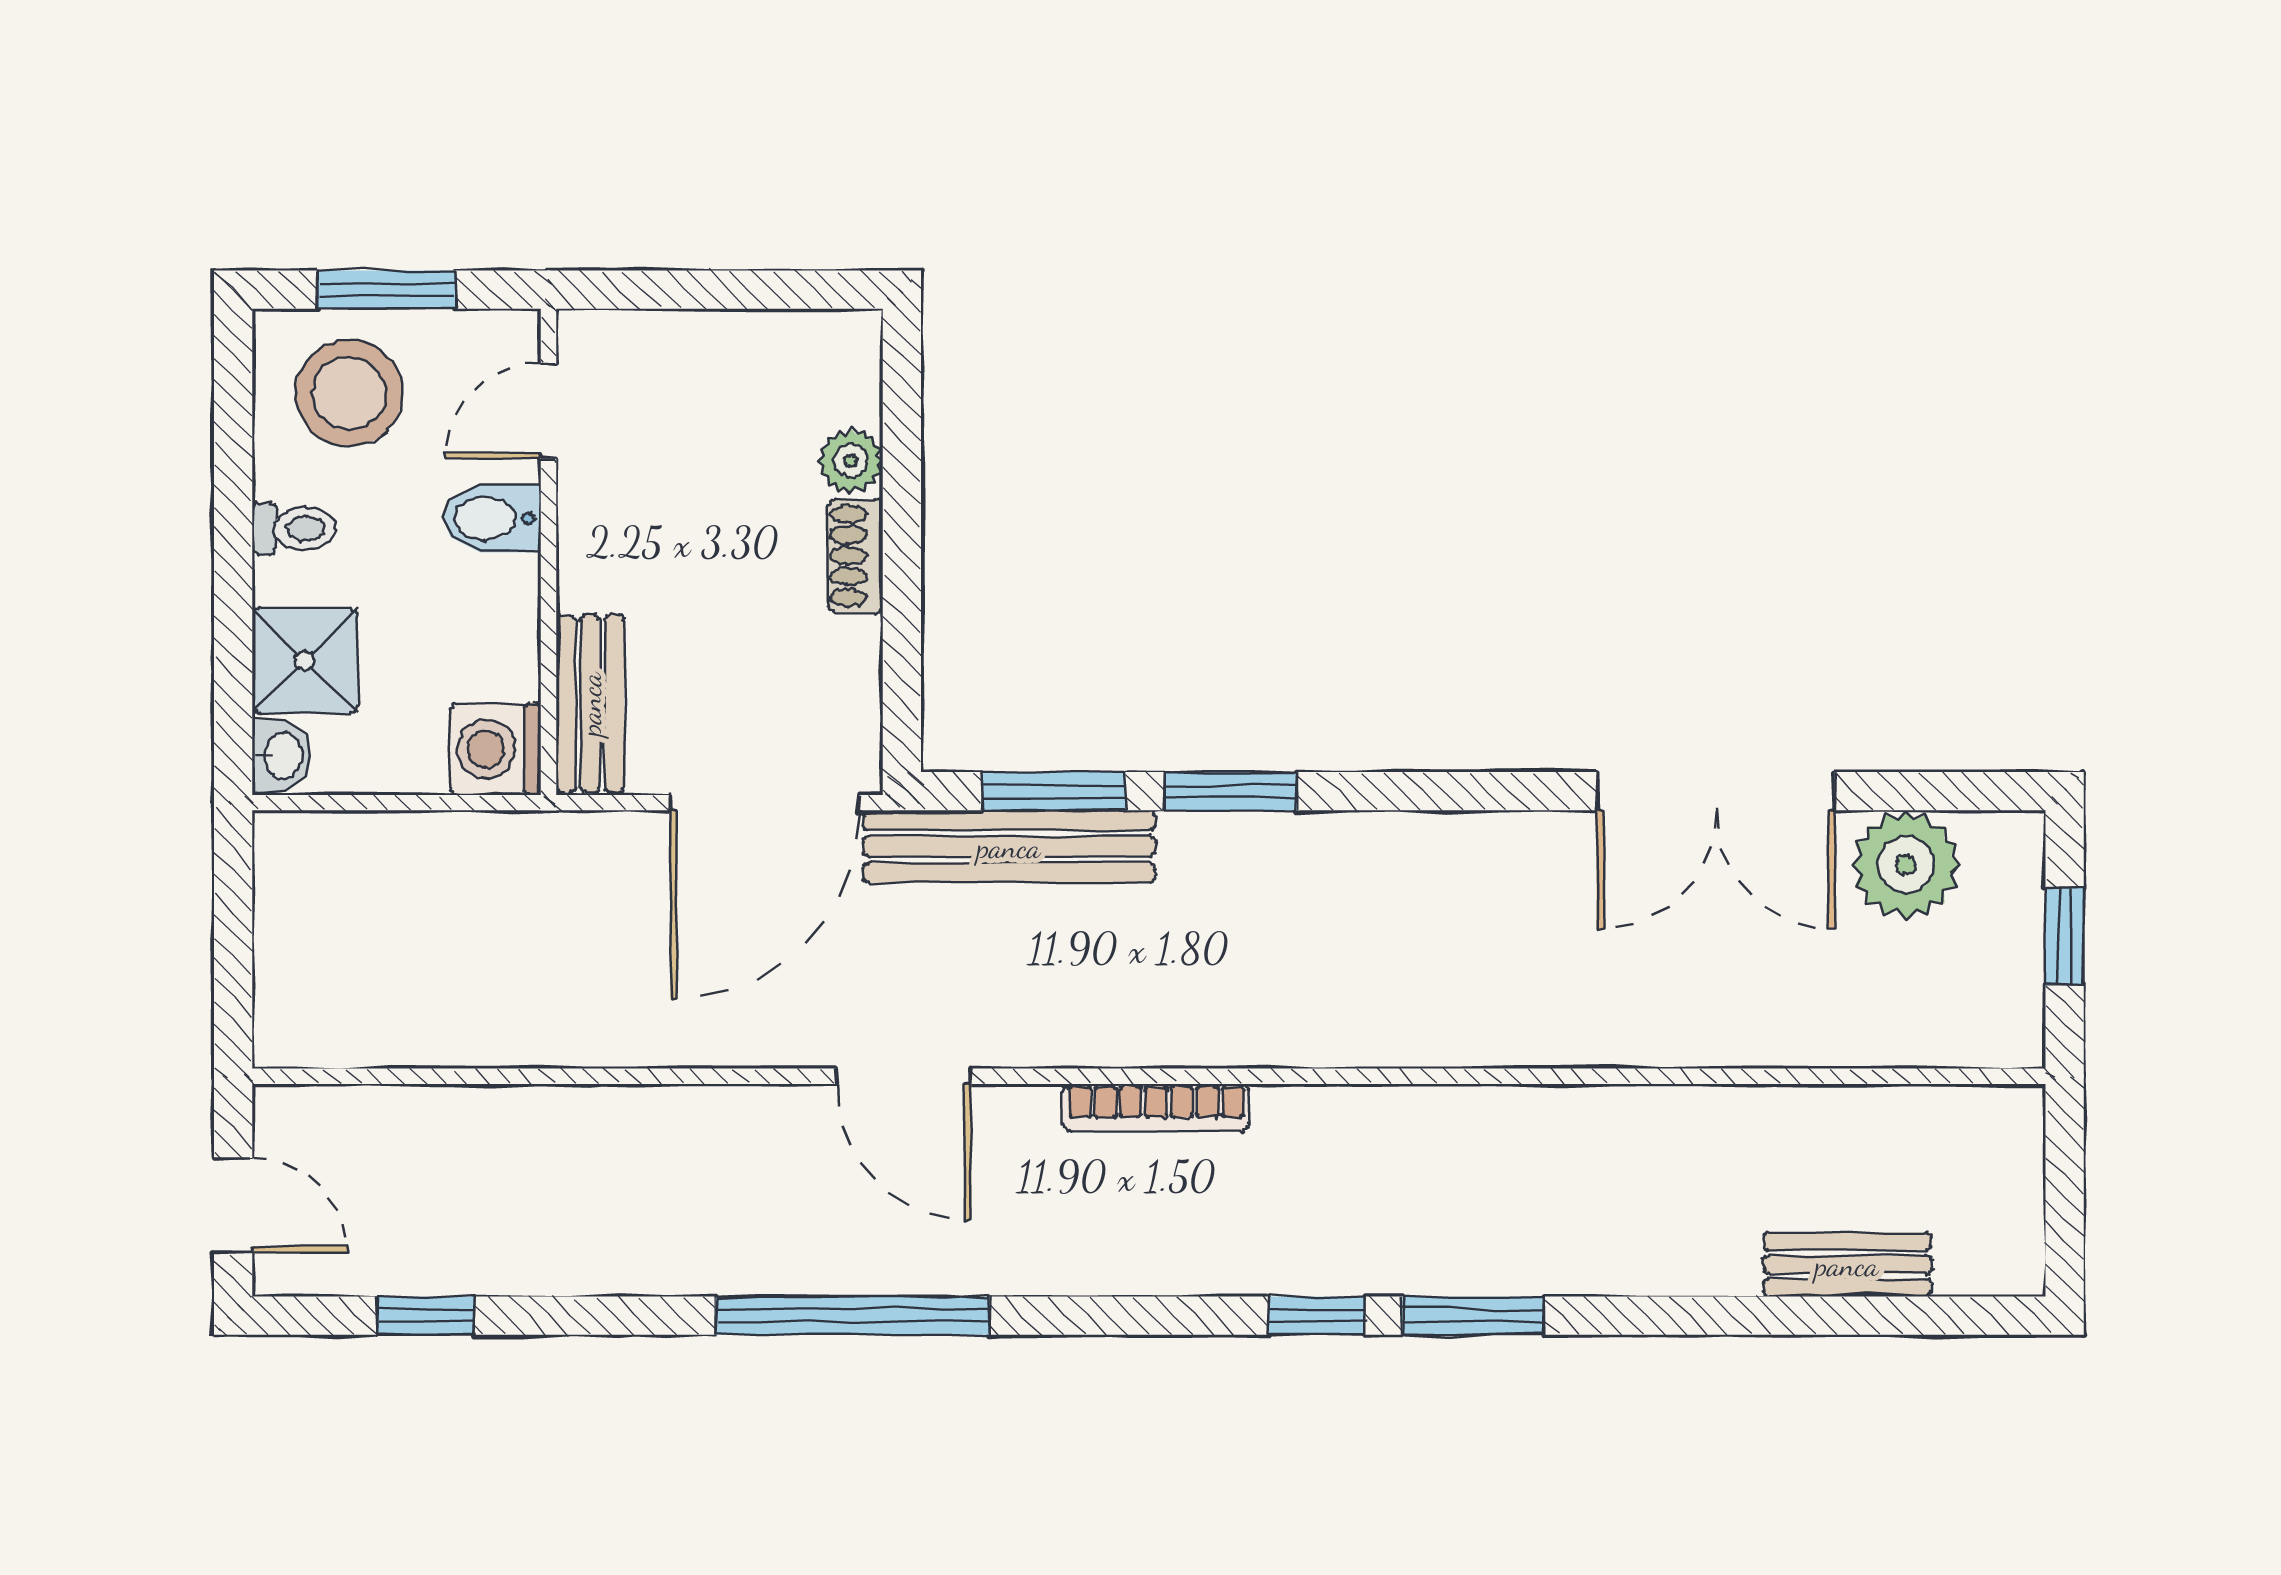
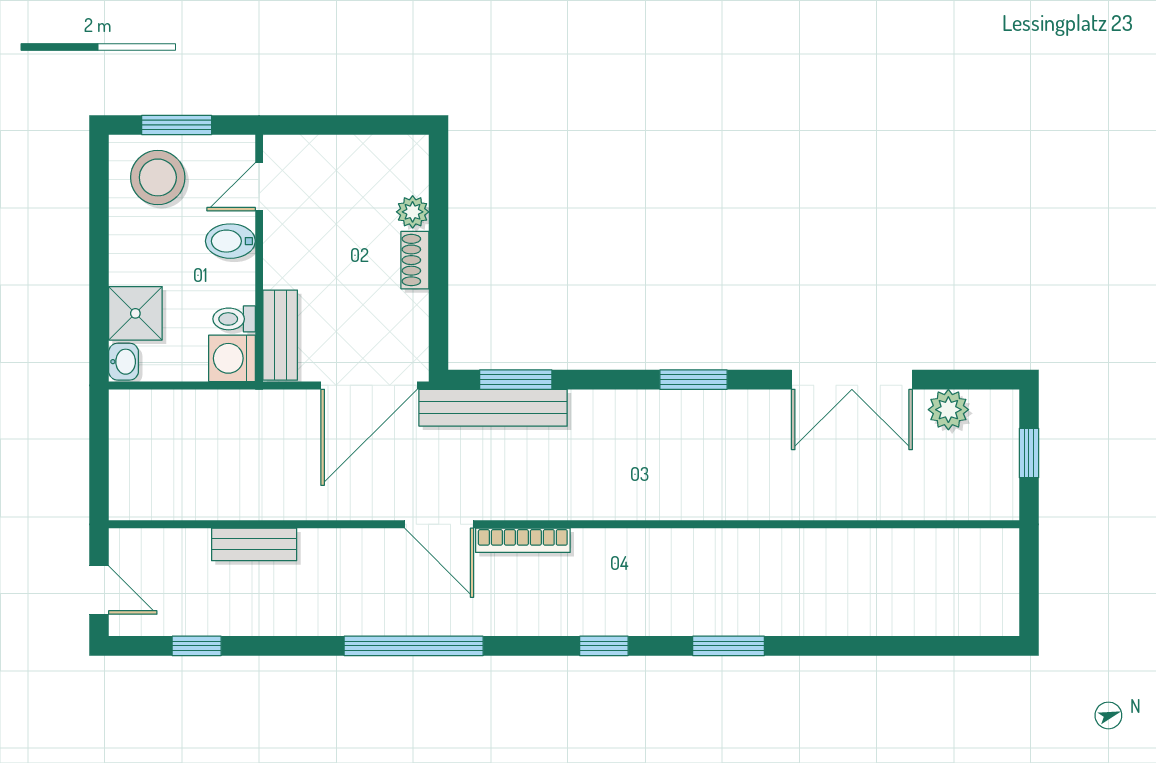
toilet: (294, 529) -> (234, 319), moved, turned 180
window: (1231, 791) -> (694, 380), moved
plant: (1906, 865) -> (948, 410), width x0.73, depth x0.73
bookcase: (1156, 1108) -> (523, 540), moved
bench: (1847, 1265) -> (254, 544), moved
window: (1316, 1316) -> (604, 646), moved

